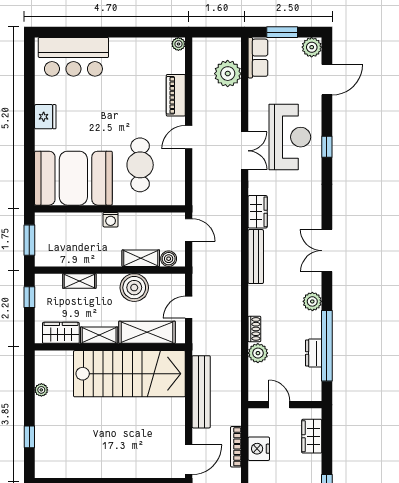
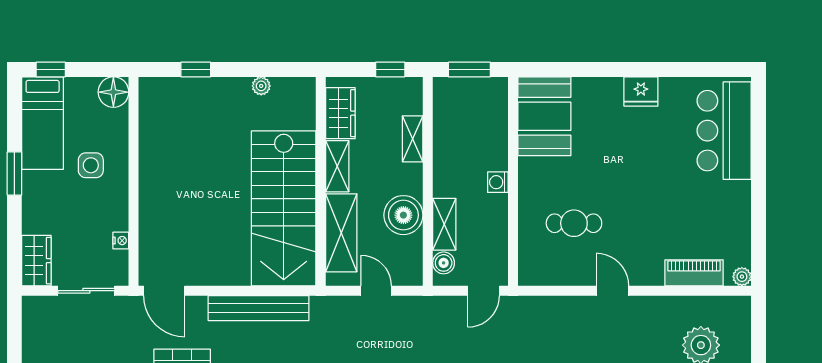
piano: (176, 95) -> (694, 273), moved
cafe table: (140, 165) -> (574, 223), width x0.73, depth x0.74
booth: (73, 178) -> (544, 116), width x0.73, depth x0.70

